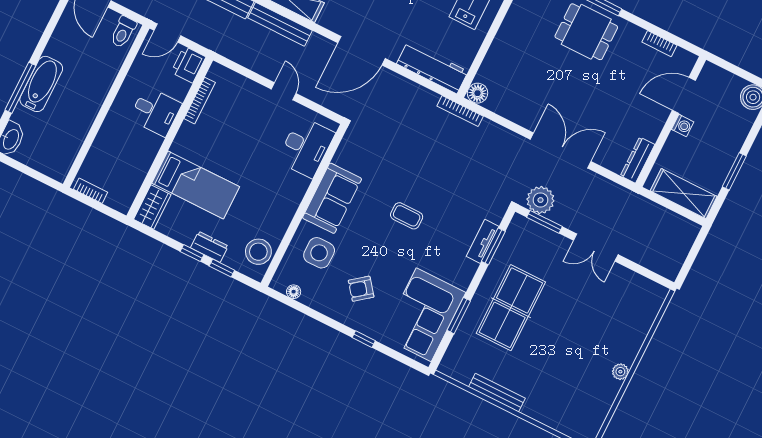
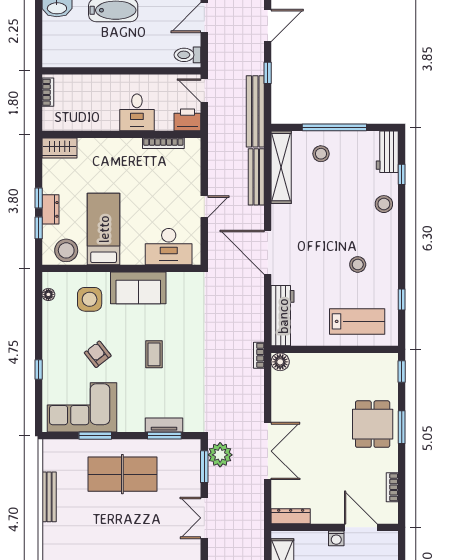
bookcase: (460, 111) -> (259, 355), width x0.64
bed: (196, 185) -> (104, 229), moved, turned 180
armchair: (361, 289) -> (98, 354), moved

